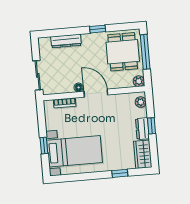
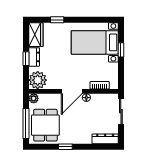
dresser: (66, 41) -> (105, 139), moved
door: (96, 93) -> (72, 91), hinge flipped
plant: (141, 102) -> (38, 80), width x1.88, depth x1.88

